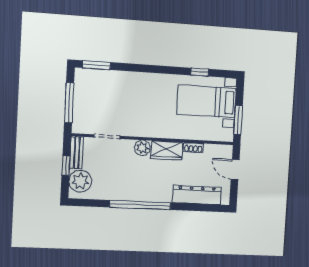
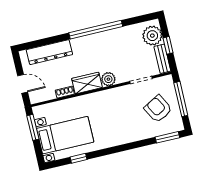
armchair: (97, 99) -> (158, 109), added

